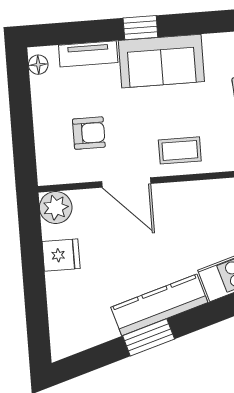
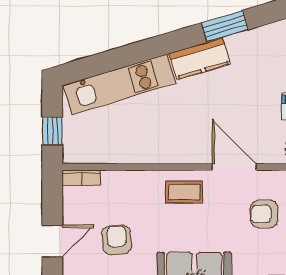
kitchen counter: (159, 305) -> (200, 59), width x0.67

